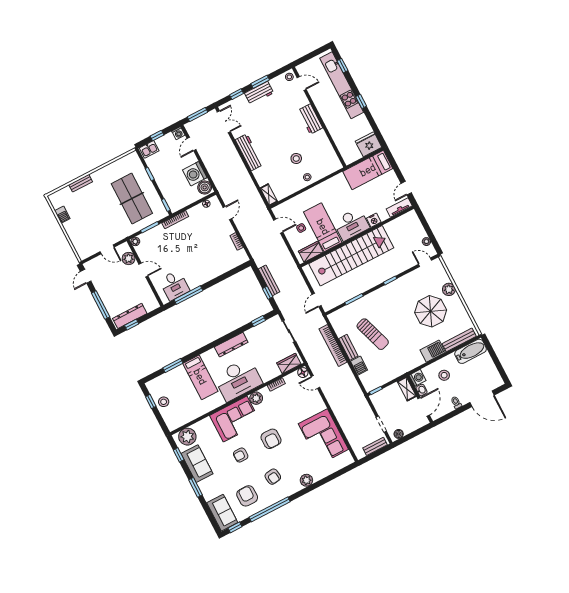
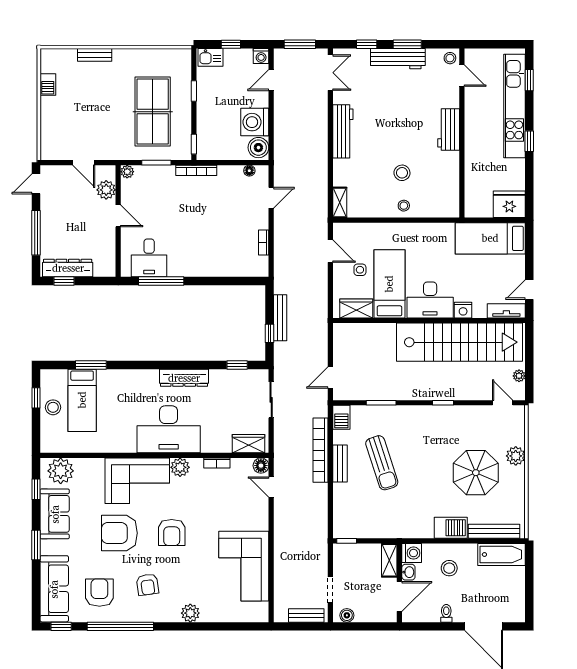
workbench: (259, 93) -> (398, 59), width x1.38
stairs: (351, 256) -> (460, 342), moved
barbecue: (359, 366) -> (341, 417), moved
bed: (200, 377) -> (82, 400), moved
armchair: (241, 455) -> (119, 533), width x1.88, depth x1.88
sofa: (222, 513) -> (54, 589), width x1.36

